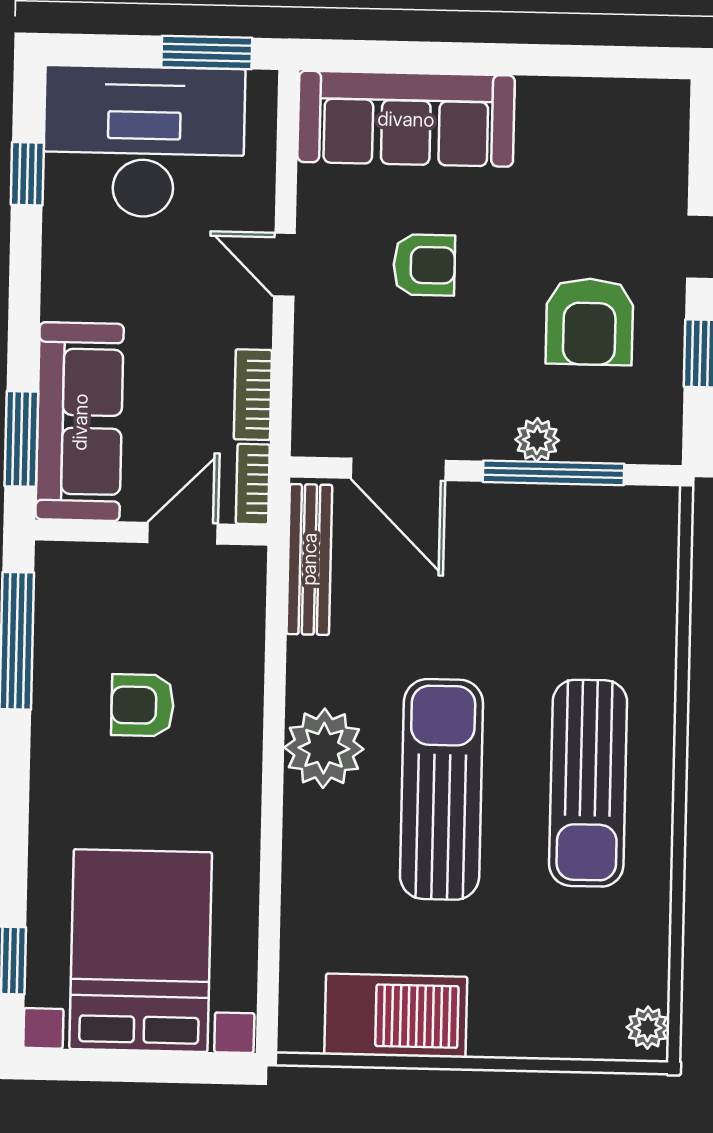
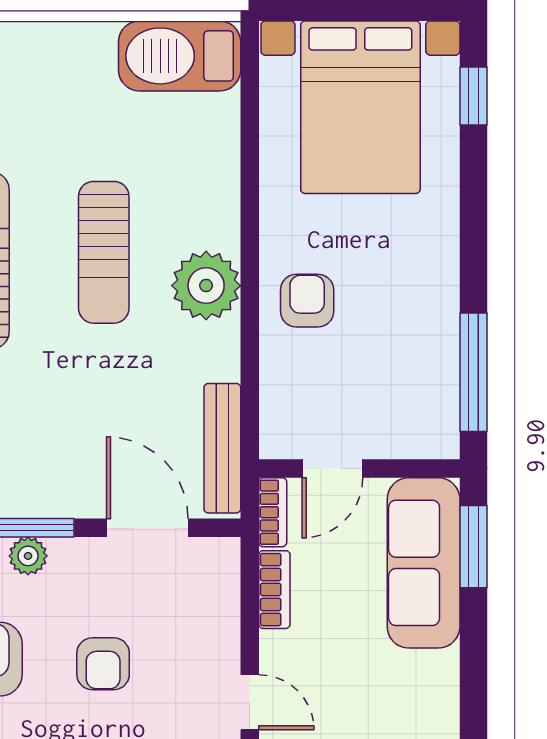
armchair: (424, 265) -> (103, 664), moved, turned -90
armchair: (142, 705) -> (307, 301), moved, turned -90
sun lounger: (441, 789) -> (104, 252), width x0.73, depth x0.75
barbecue: (396, 1016) -> (180, 56), moved

